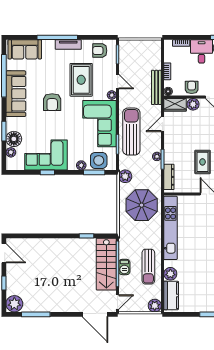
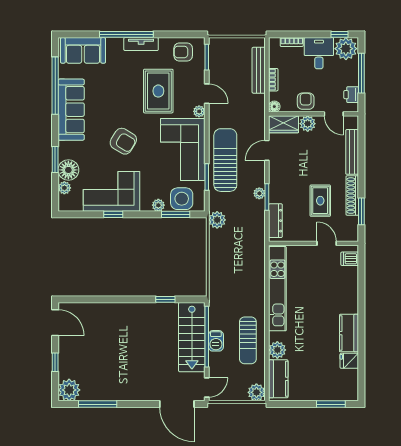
bench: (156, 87) -> (259, 70), moved
armchair: (52, 102) -> (123, 141), moved, turned -59
parasol: (142, 205) -> (239, 258), removed

